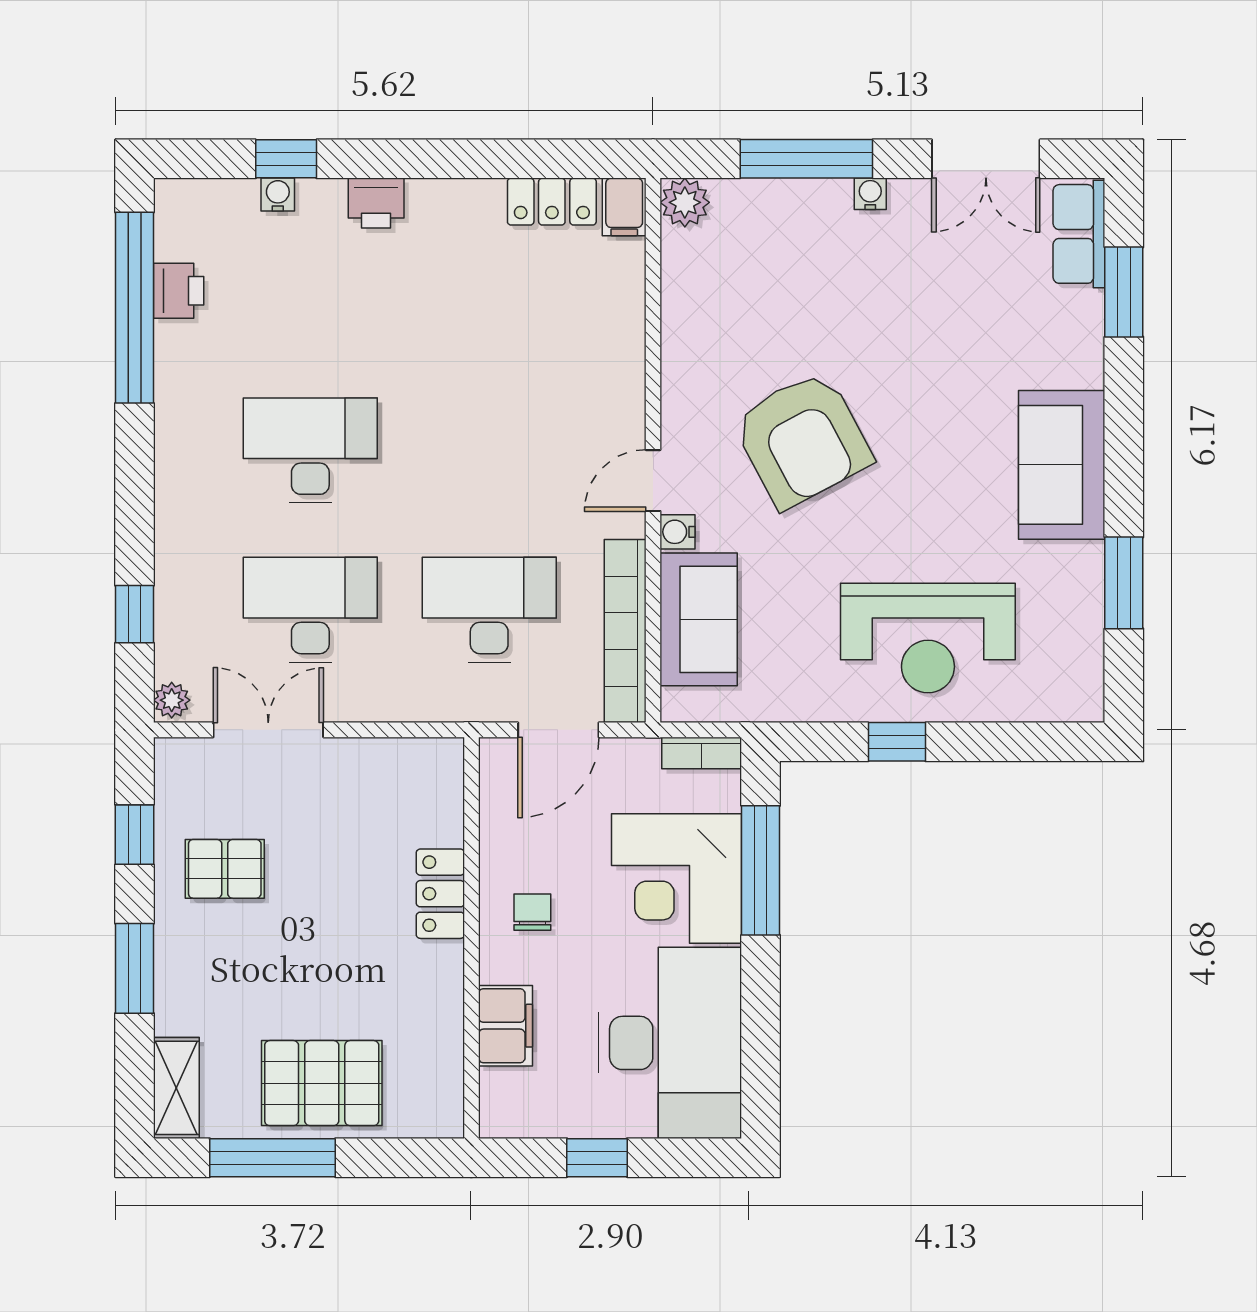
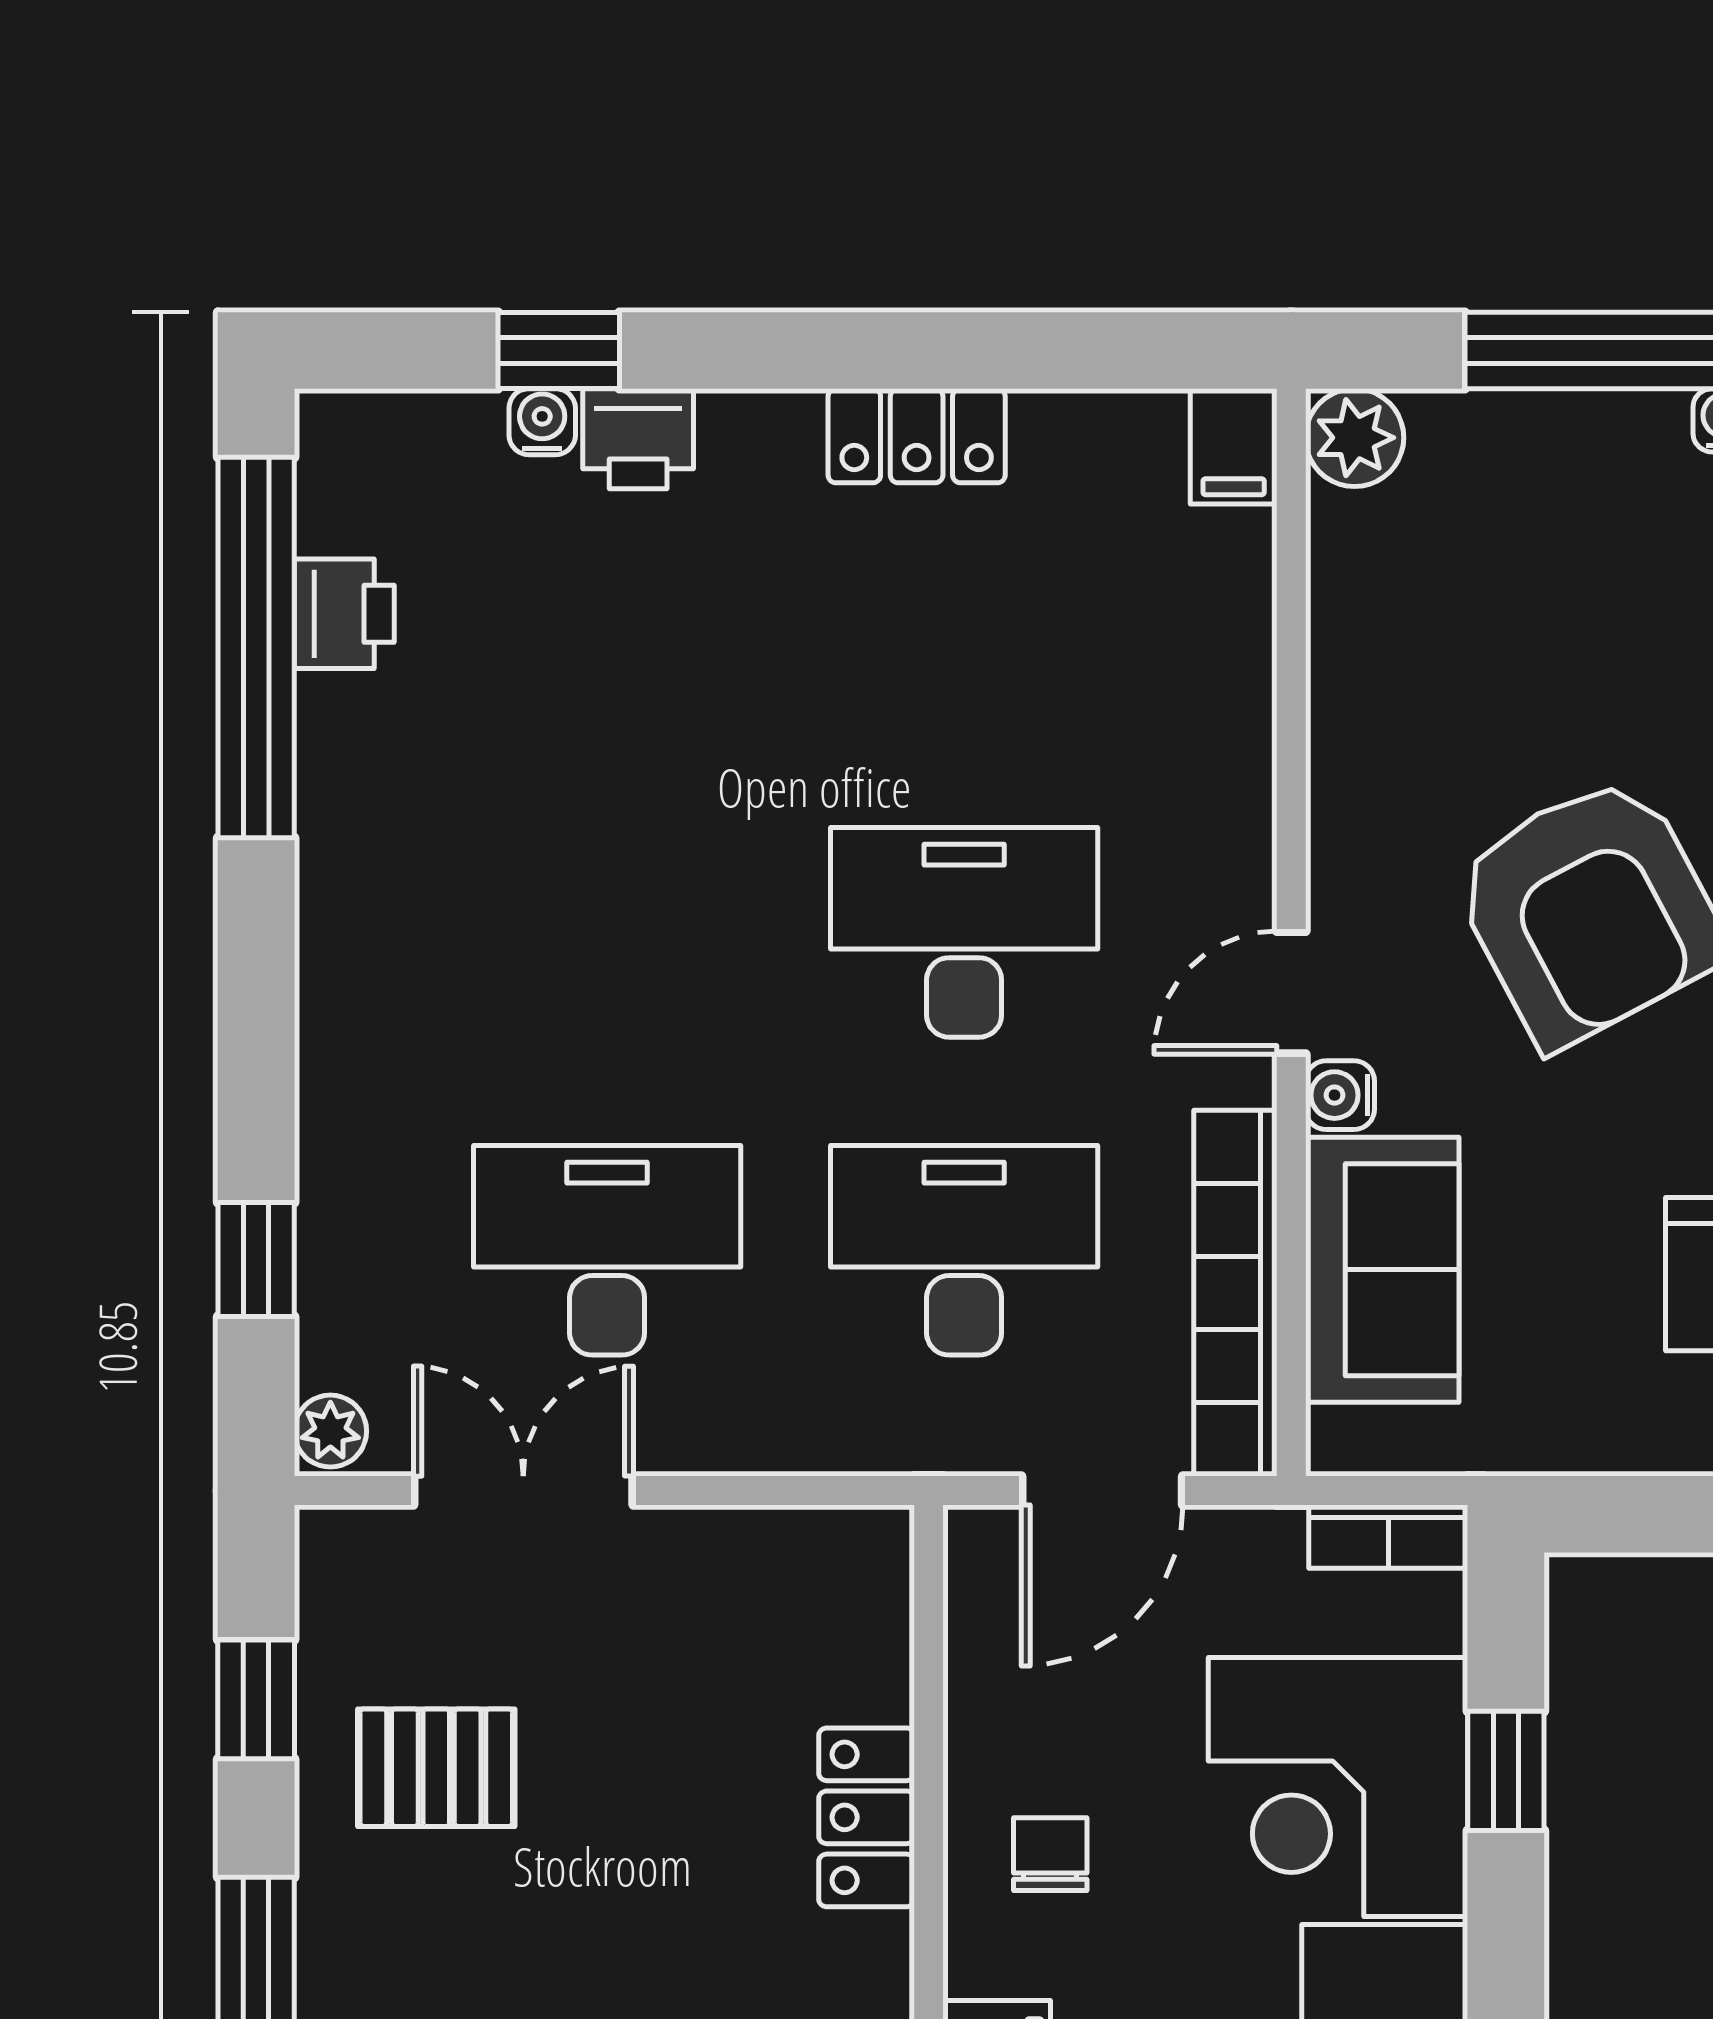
locker: (552, 202) -> (917, 436), moved
printer: (376, 203) -> (638, 439), moved
desk: (310, 450) -> (964, 932), moved
window: (761, 870) -> (1506, 1771), width x0.46

